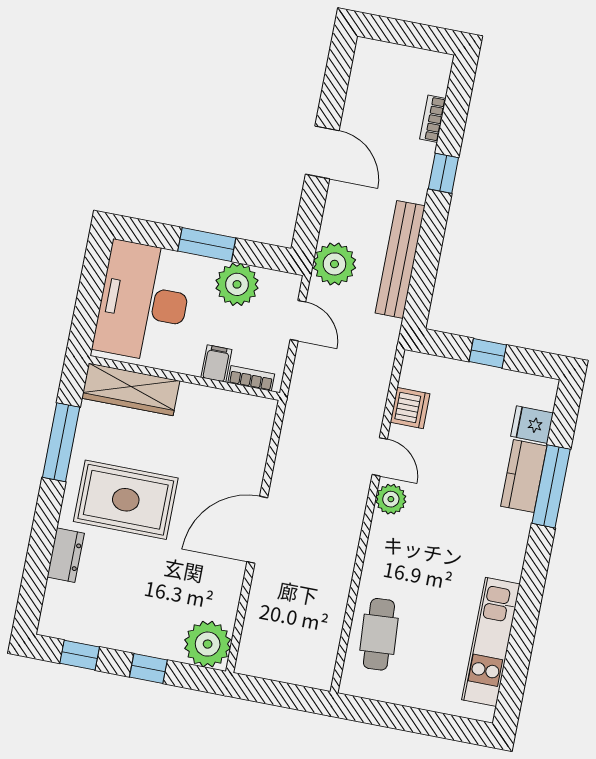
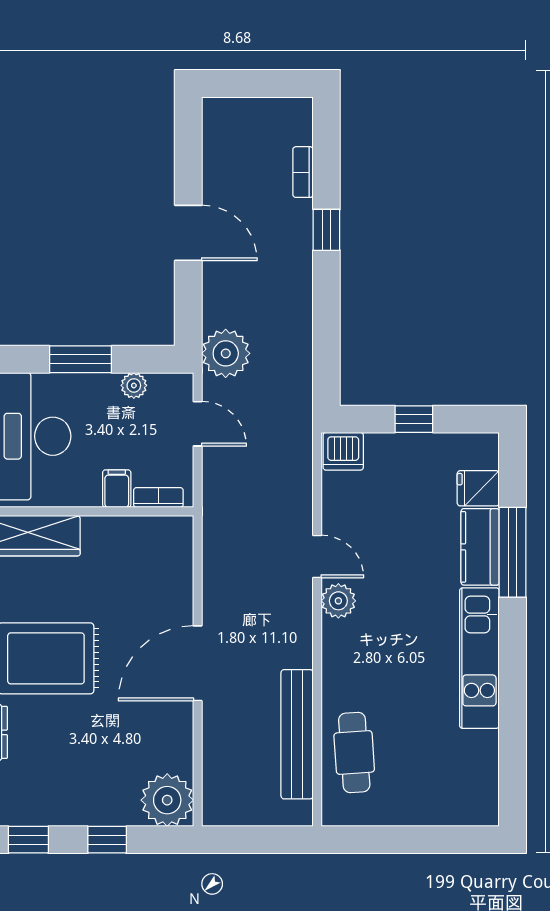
bench: (400, 259) -> (297, 734), moved
plant: (237, 284) -> (134, 385), width x0.53, depth x0.53
dishwasher: (410, 408) -> (343, 451), moved, turned 90
kitchen unit: (491, 642) -> (479, 658), moved

